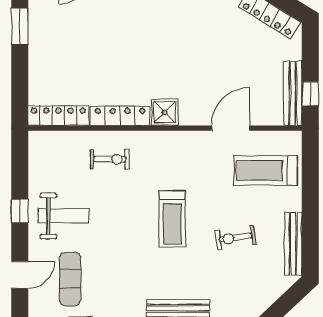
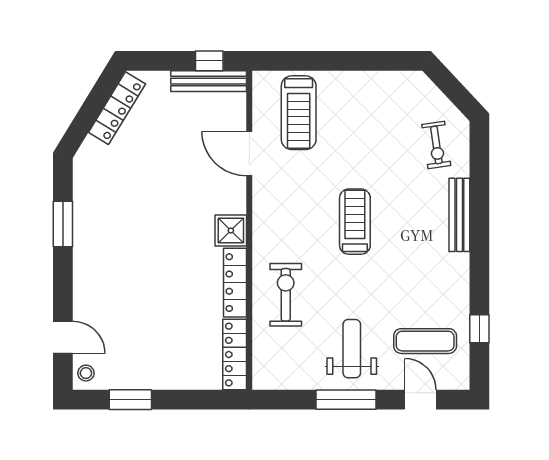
exercise bike: (110, 159) -> (286, 295), width x1.38, depth x1.39
window: (20, 211) -> (346, 400), width x2.17
treadmill: (172, 219) -> (355, 222), turned -90
exercise bike: (236, 238) -> (436, 145), moved
bench: (293, 244) -> (384, 81), removed

